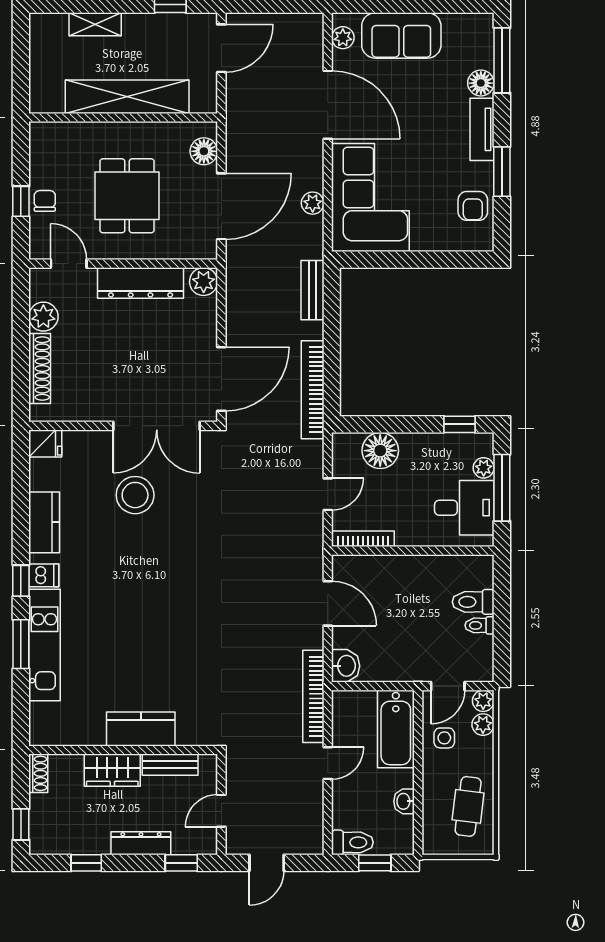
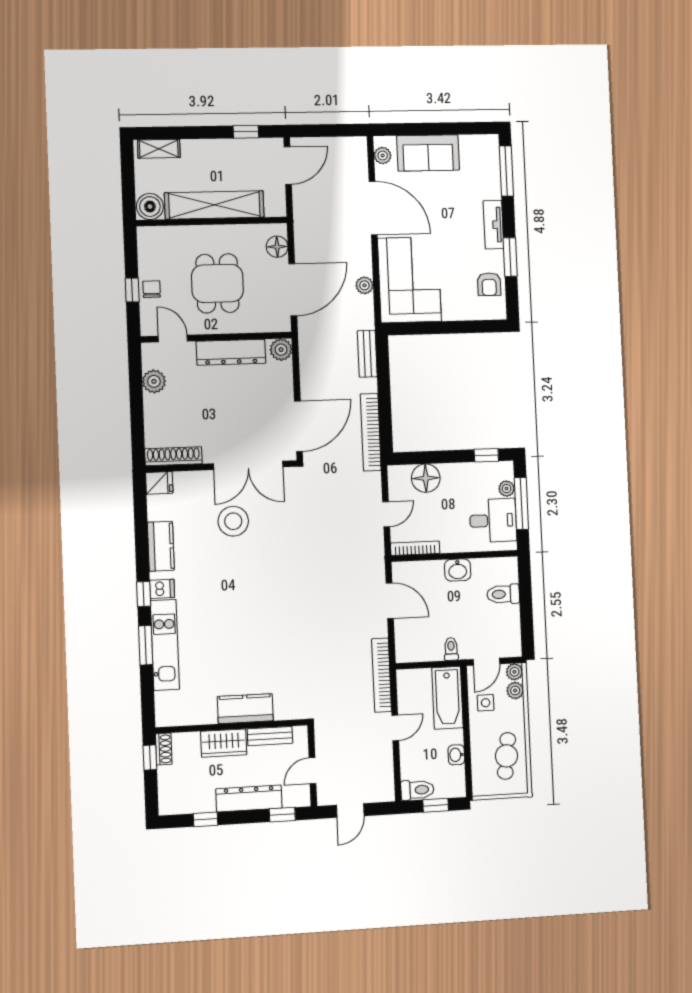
shelving: (95, 24) -> (159, 149), moved
floor lamp: (481, 83) -> (491, 189), removed
boiler: (47, 97) -> (150, 207), added
shoe rack: (40, 368) -> (173, 456), moved, turned -90
toilet: (480, 625) -> (451, 649), moved, turned 90
washbasin: (346, 666) -> (458, 570), moved, turned 90
window: (21, 824) -> (150, 758), moved
dresser: (141, 843) -> (249, 799), width x1.37, depth x1.24

